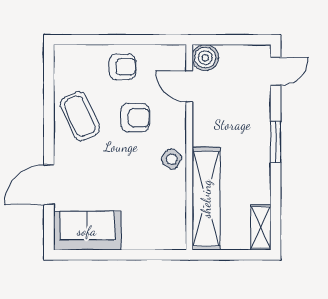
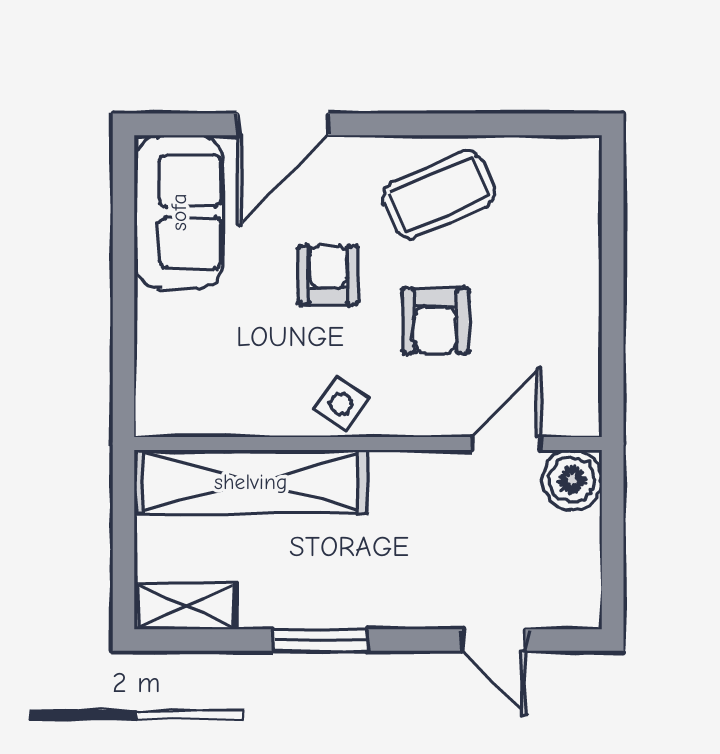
armchair: (122, 67) -> (328, 275), moved, turned 180
door: (276, 71) -> (494, 640), moved
window: (276, 142) -> (320, 640), moved
door: (49, 185) -> (283, 124), swing flipped

